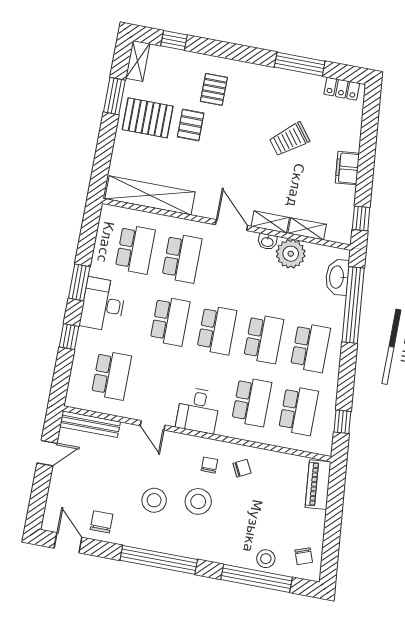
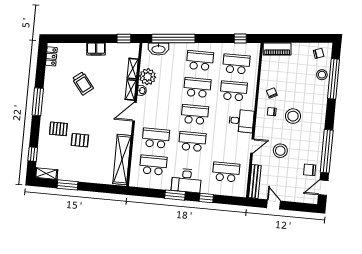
window: (300, 64) -> (38, 102), moved
pallet: (148, 118) -> (78, 165), removed
stool: (154, 500) -> (280, 151), moved
window: (159, 560) -> (327, 151), moved

